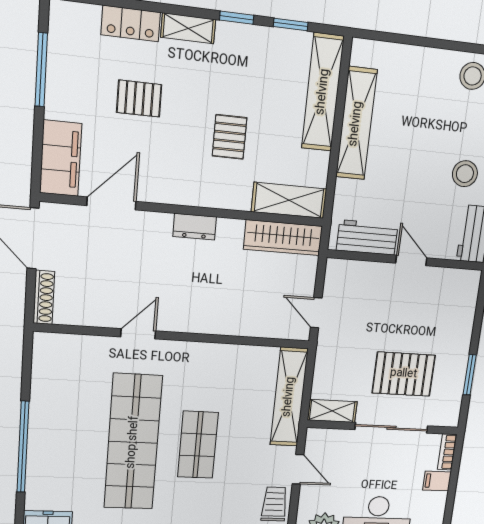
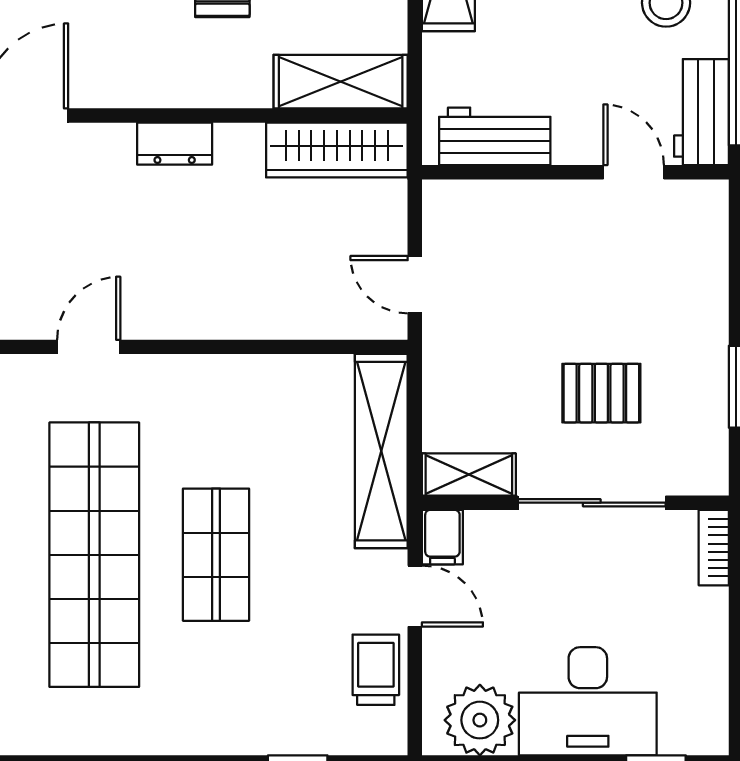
door: (411, 260) -> (634, 172), moved
pallet: (404, 374) -> (601, 393), width x0.67, depth x0.71
filing cabinet: (437, 481) -> (442, 537), moved, turned -90

